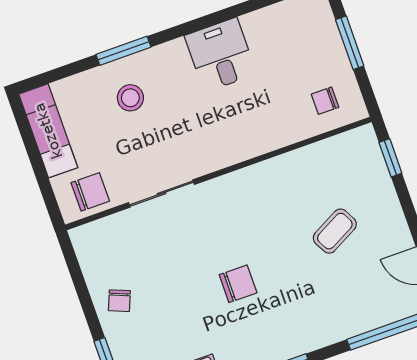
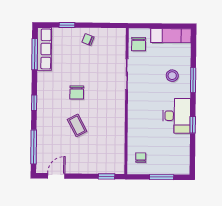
window: (217, 18) -> (193, 125), added
desk: (220, 55) -> (177, 116), width x1.37
coffee table: (335, 231) -> (77, 125), moved

